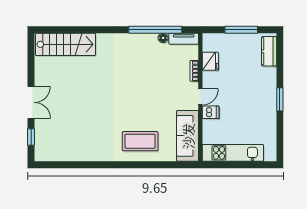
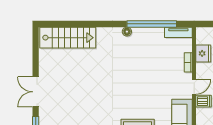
floor lamp: (163, 38) -> (127, 32), moved
double door: (31, 102) -> (36, 92), swing flipped

